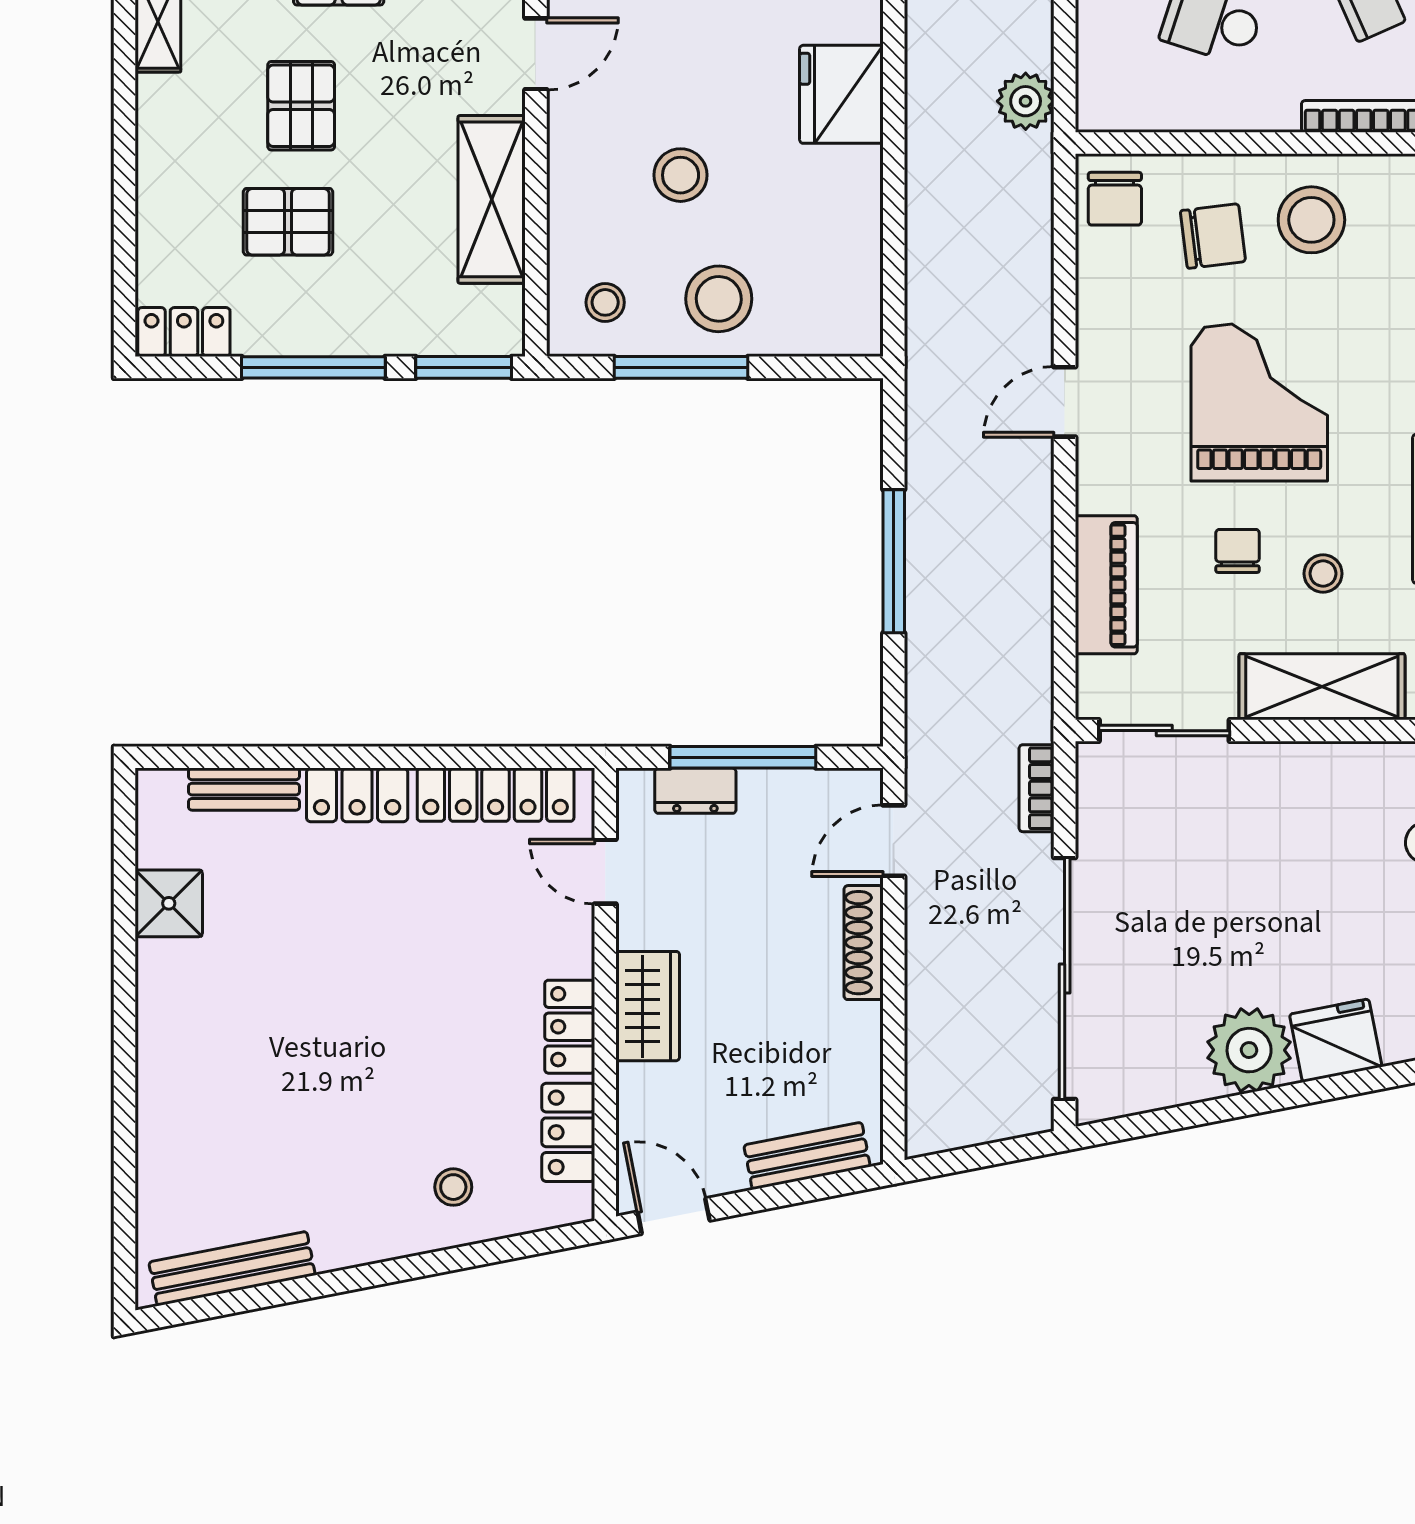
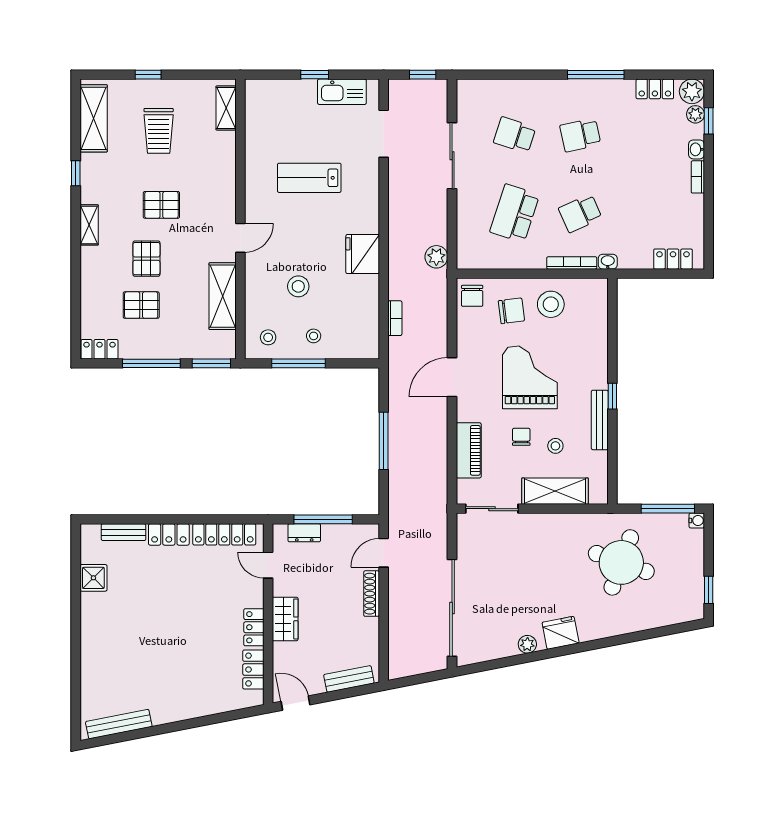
stool: (719, 299) -> (314, 336), width x0.53, depth x0.53
door: (1065, 402) -> (452, 377), width x1.38
bookcase: (1037, 788) -> (395, 318), moved, turned 180
plant: (1249, 1050) -> (527, 644), width x0.53, depth x0.53
stool: (453, 1187) -> (207, 691), removed

